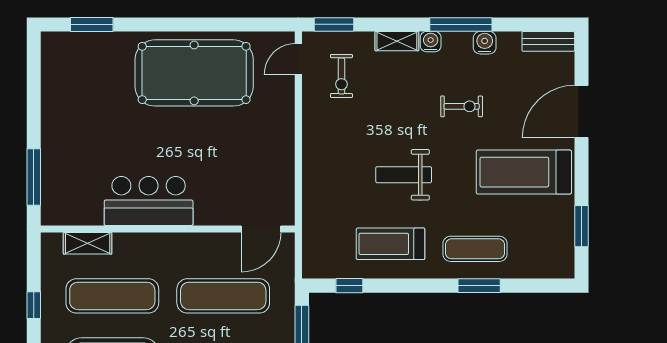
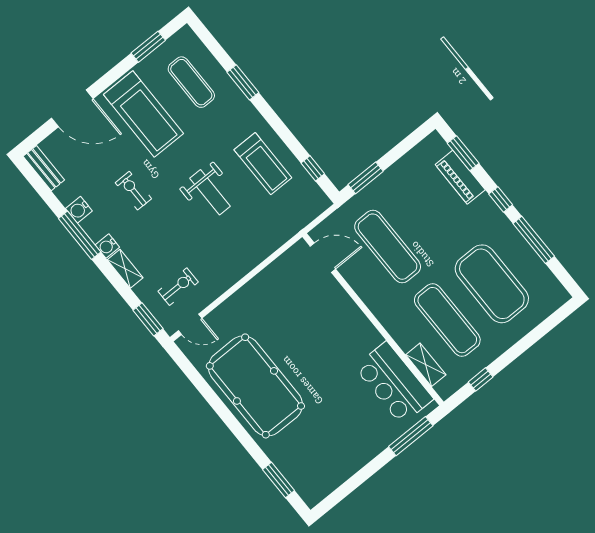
bar counter: (149, 201) -> (394, 383), moved
exercise mat: (475, 249) -> (191, 82), moved
window: (34, 305) -> (481, 379), moved

